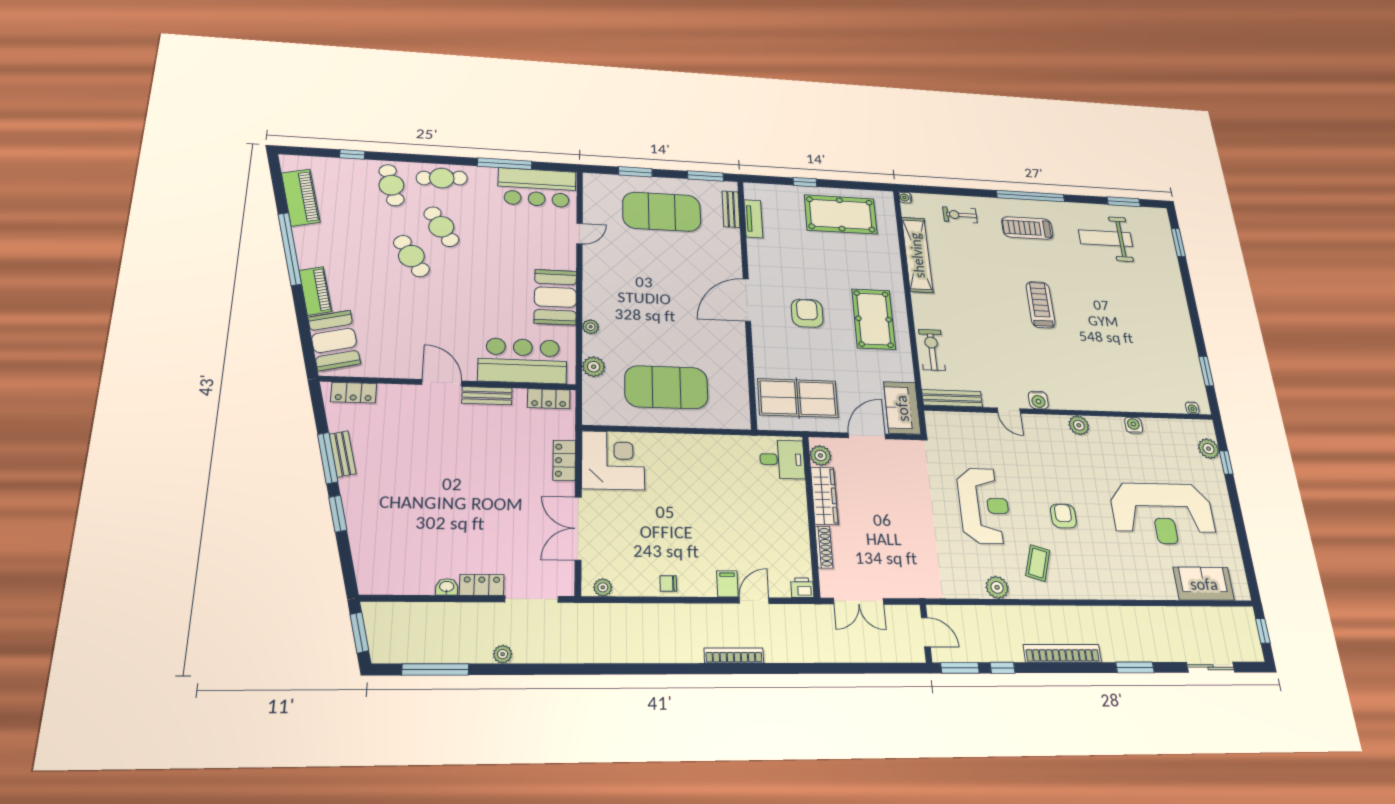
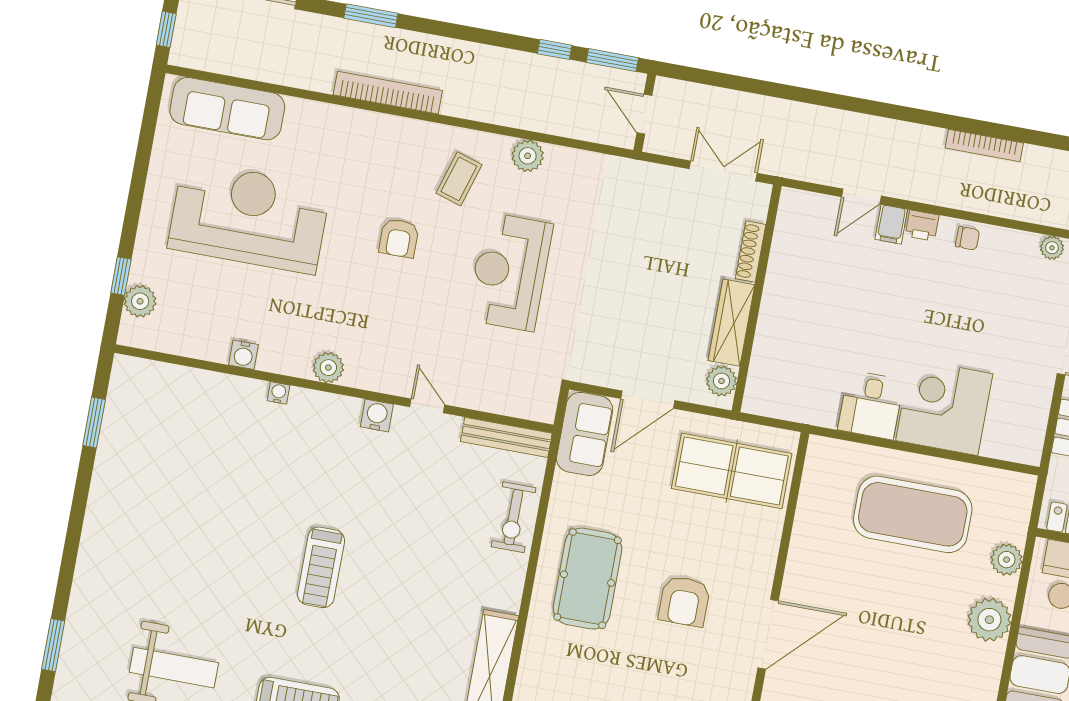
plant: (591, 327) -> (989, 620), width x1.88, depth x1.88
water cooler: (1192, 408) -> (279, 393), moved
desk: (782, 459) -> (871, 405), moved, turned -90
corner desk: (613, 460) -> (944, 407), moved, turned 90
sofa: (1204, 584) -> (227, 109), width x1.36
printer: (802, 588) -> (922, 226), moved
bookcase: (1062, 653) -> (388, 93), moved, turned 180
bookcase: (734, 655) -> (984, 145), moved

